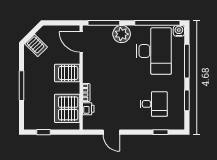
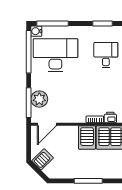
plant: (122, 34) -> (39, 99), moved
server rack: (36, 45) -> (43, 159), moved
window: (187, 61) -> (52, 24), moved
server rack: (67, 73) -> (87, 137), moved

